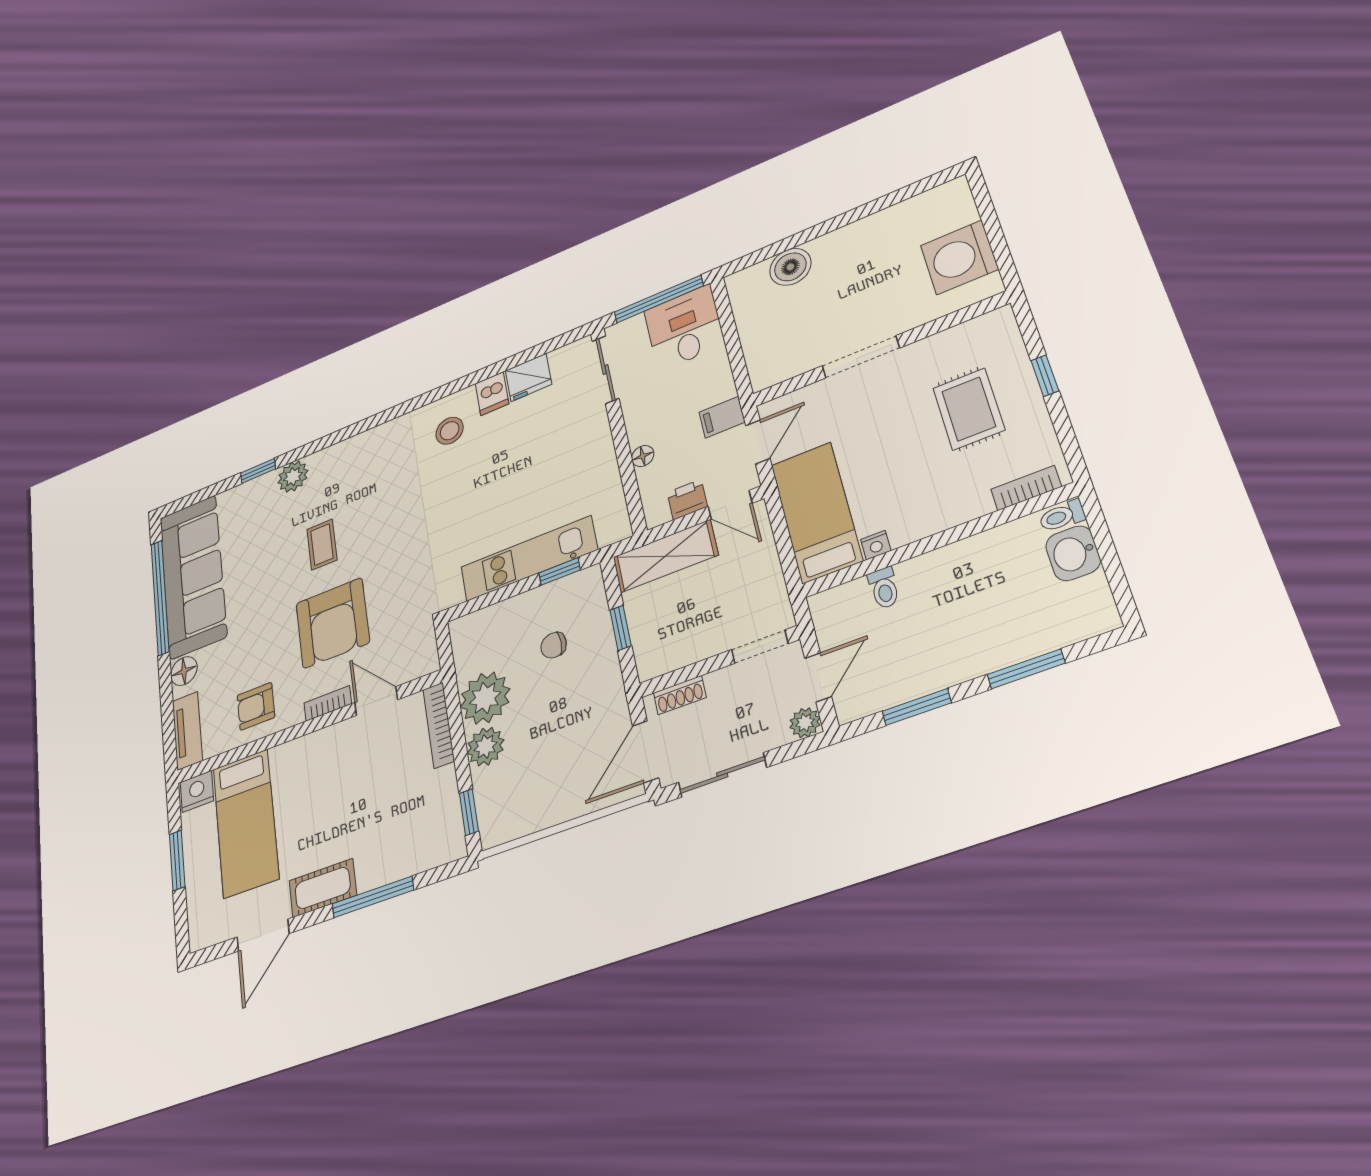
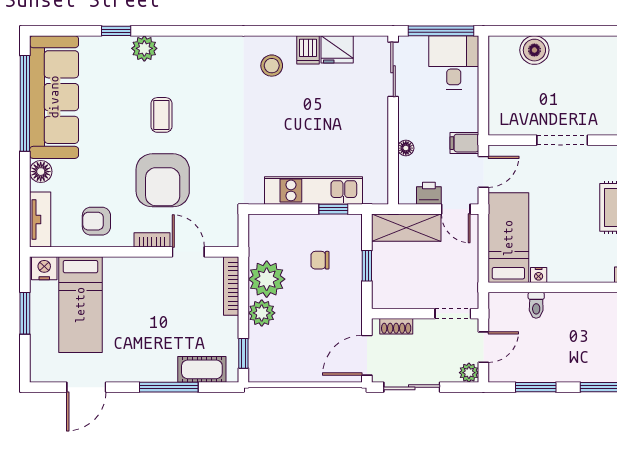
cot: (323, 888) -> (202, 369), moved

